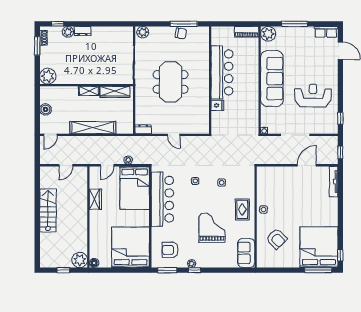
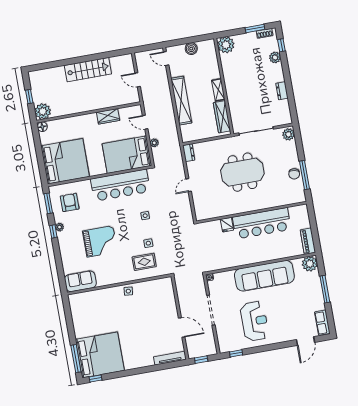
dresser: (82, 31) -> (282, 91), moved
rug: (242, 209) -> (144, 262), moved
armchair: (277, 239) -> (101, 310), removed

